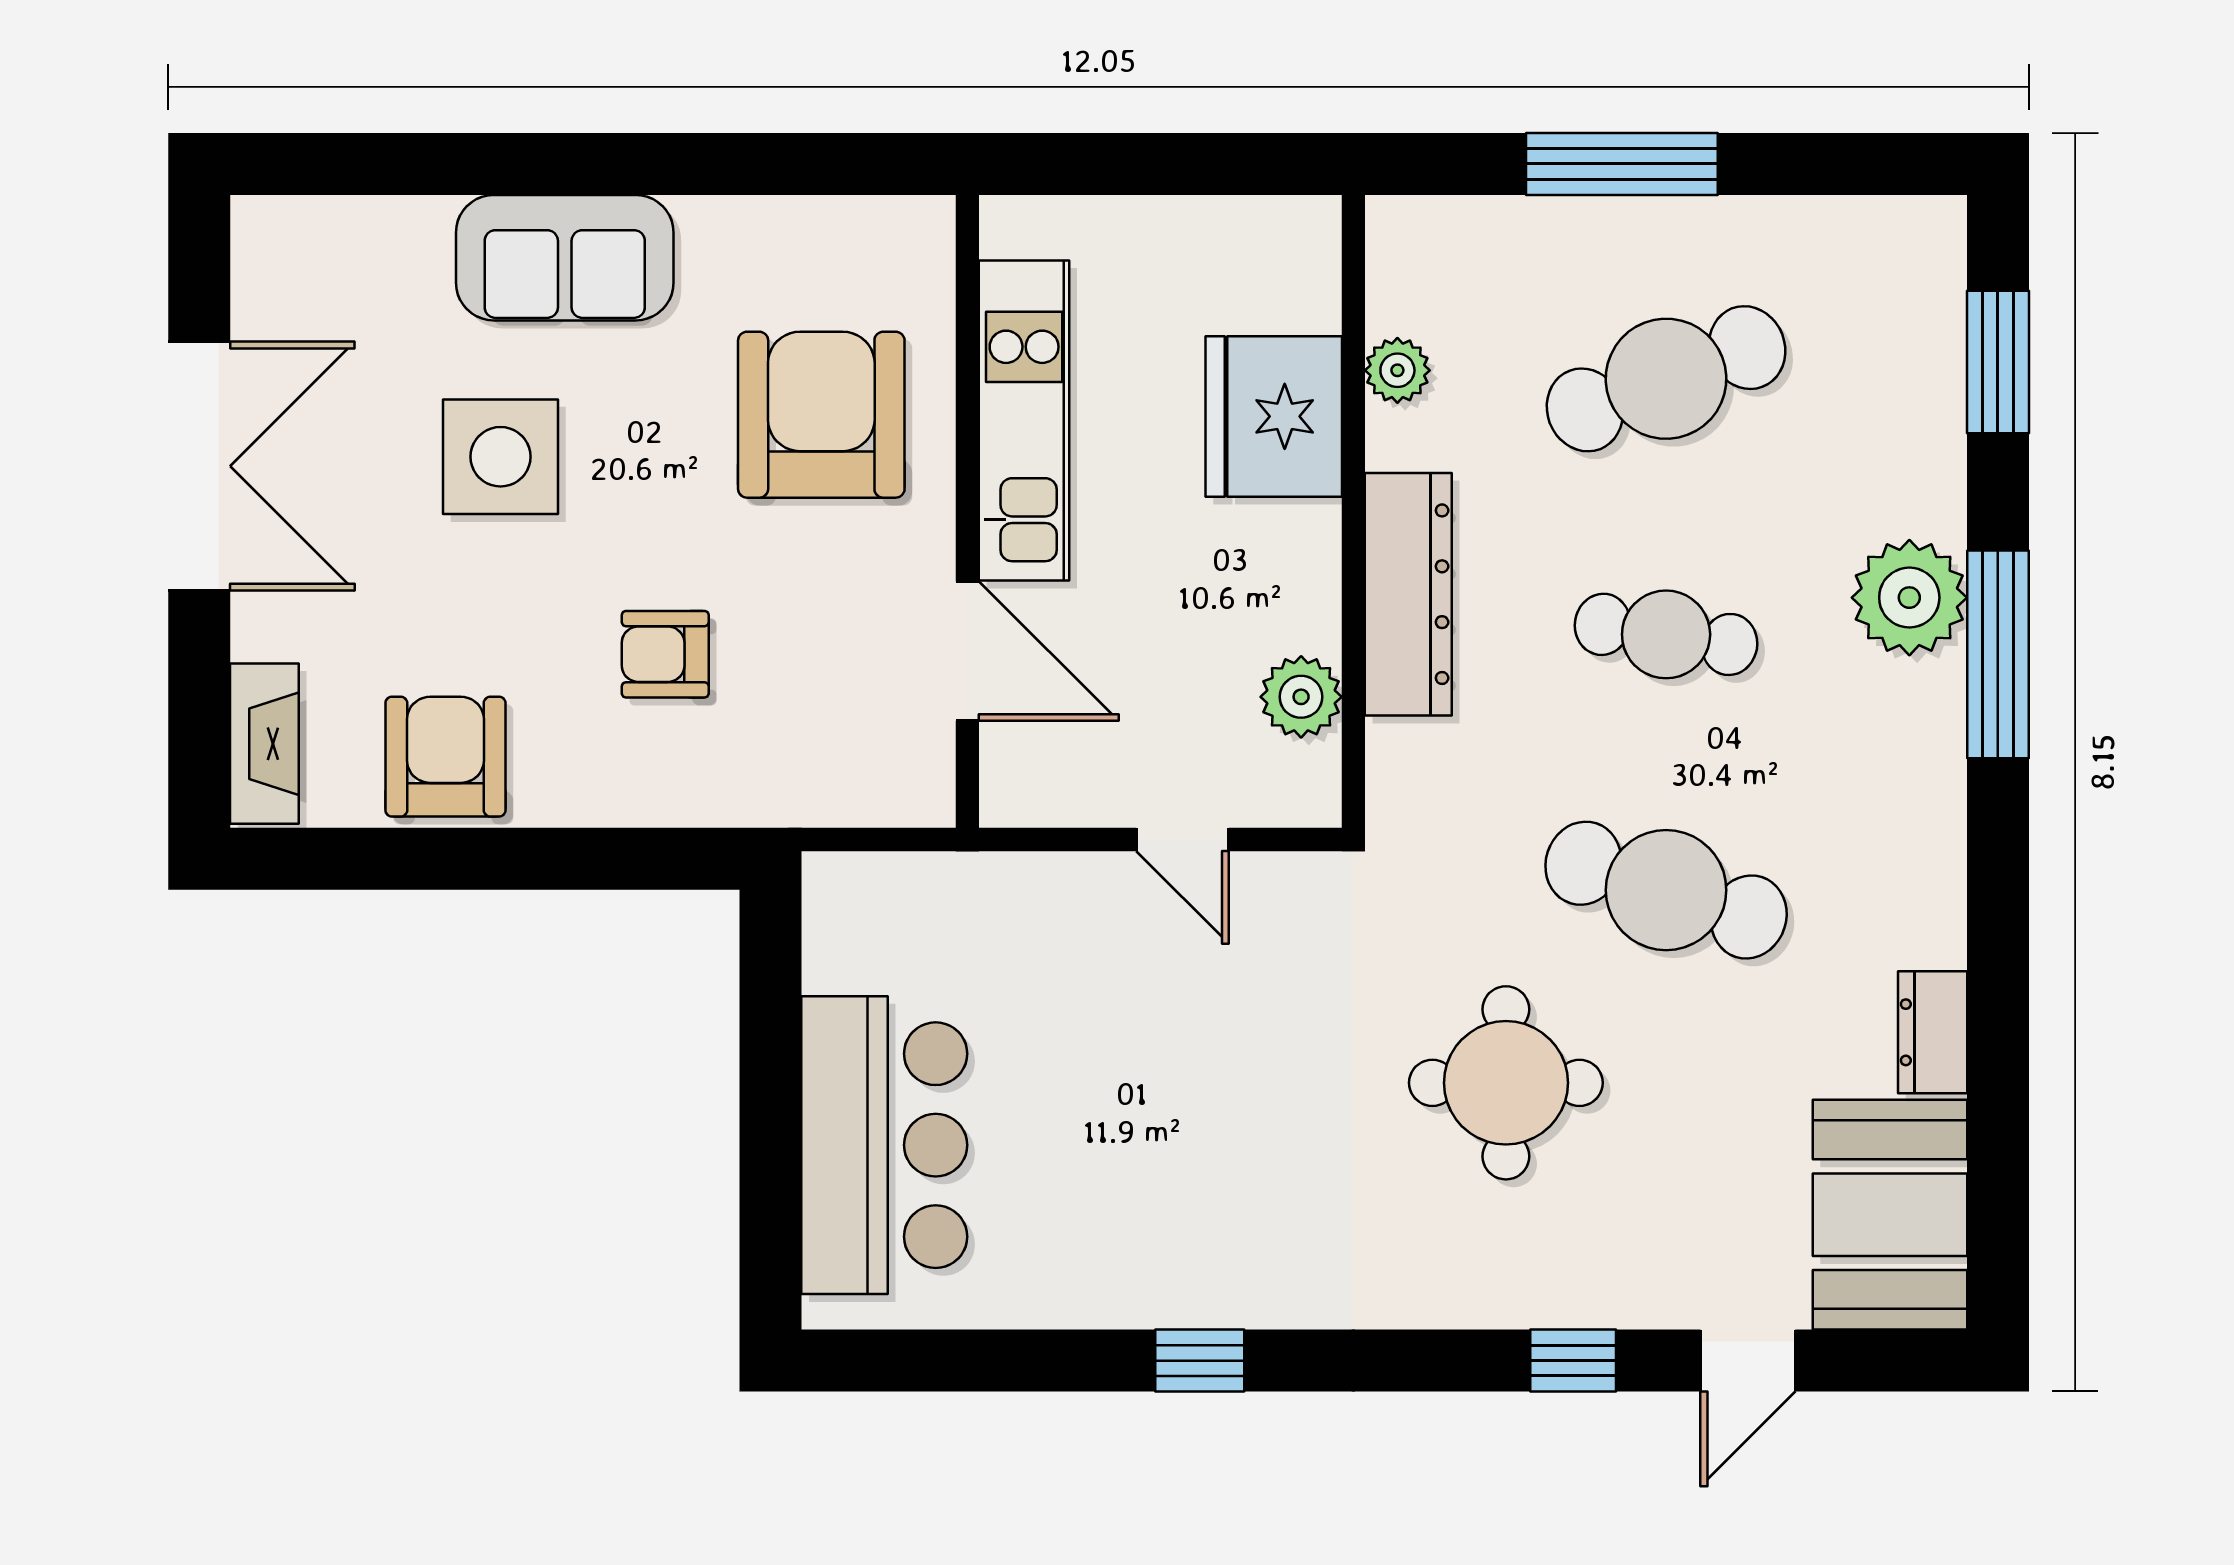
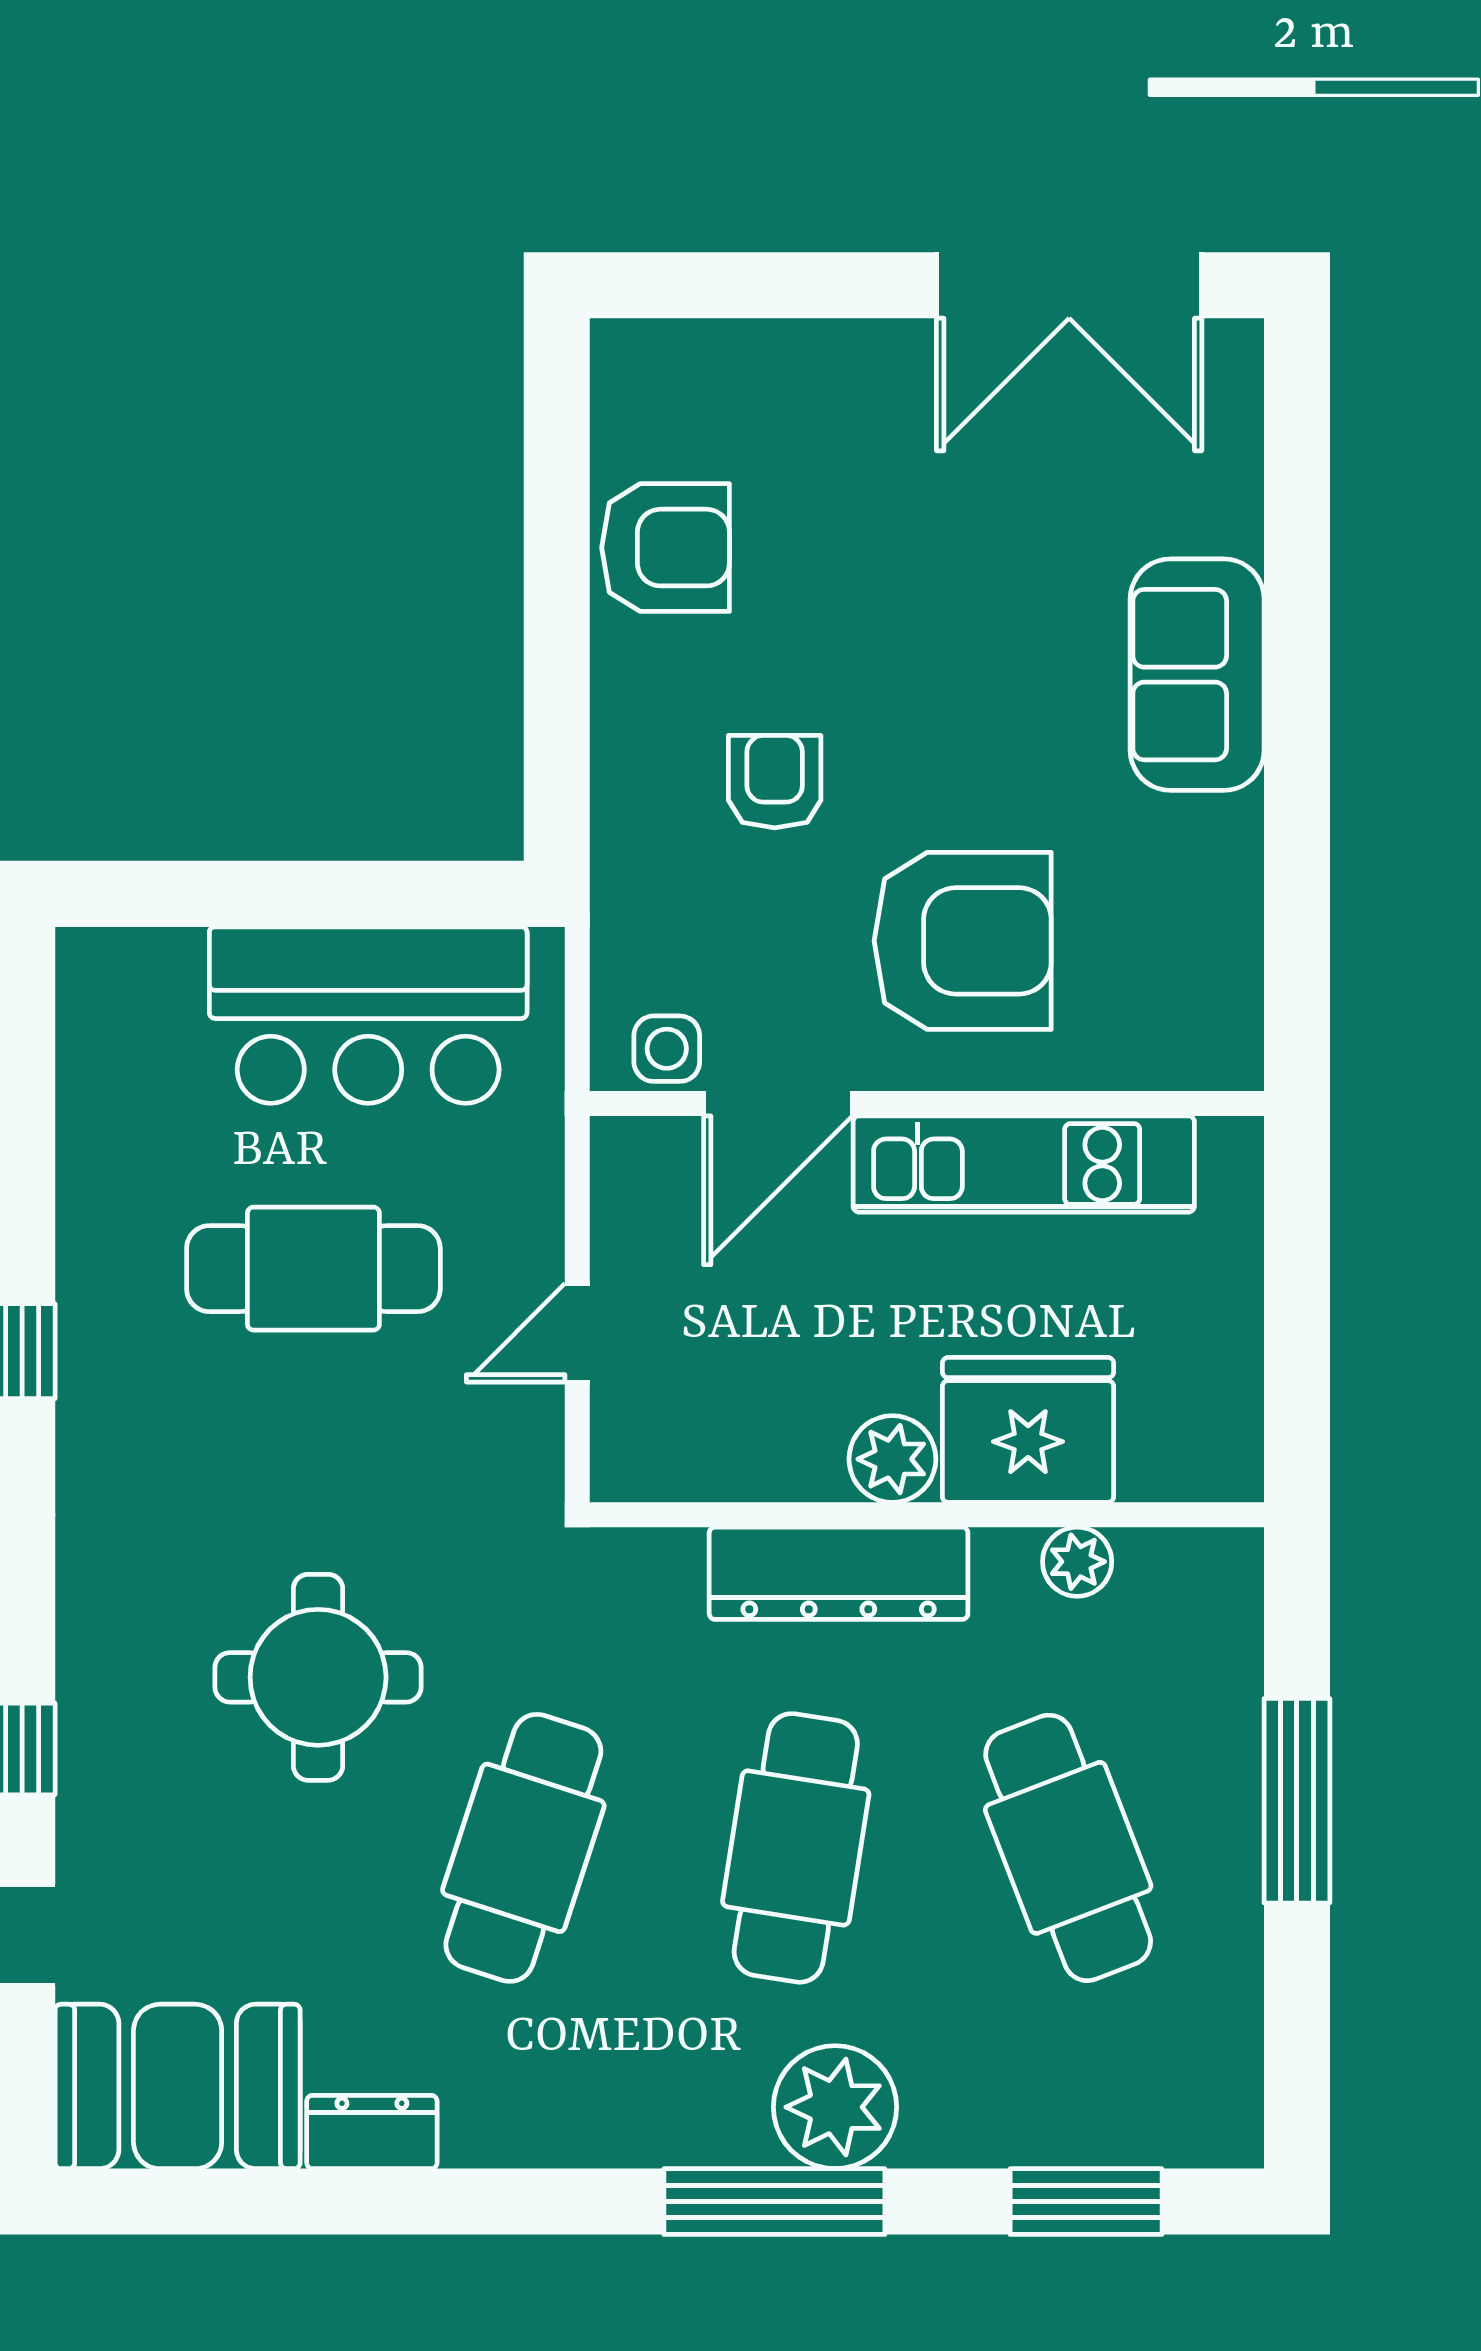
armchair: (821, 415) -> (963, 941), moved
side table: (501, 457) -> (667, 1049), moved, width x0.54, depth x0.54
double door: (199, 466) -> (1069, 285), moved
cafe table: (1666, 634) -> (796, 1848), width x1.37, depth x1.35
plant: (1301, 697) -> (892, 1459), moved
fireplace: (264, 744) -> (679, 355), removed
cafe table: (1122, 1087) -> (313, 1269), added
bar counter: (884, 1145) -> (368, 1015), moved

